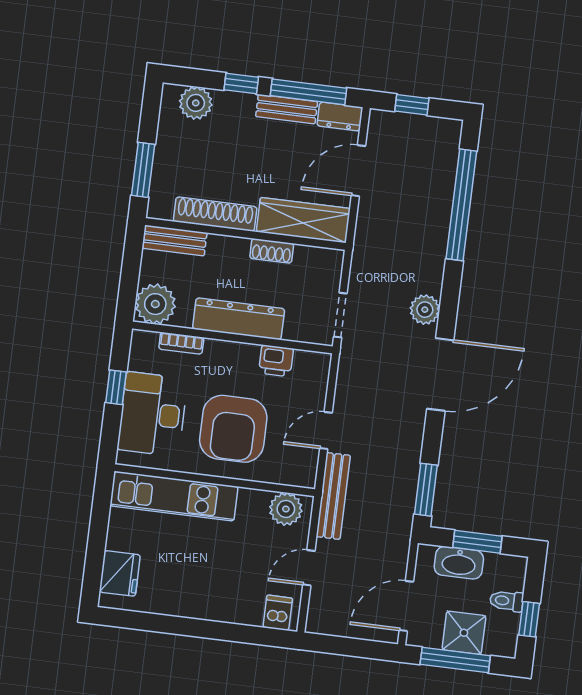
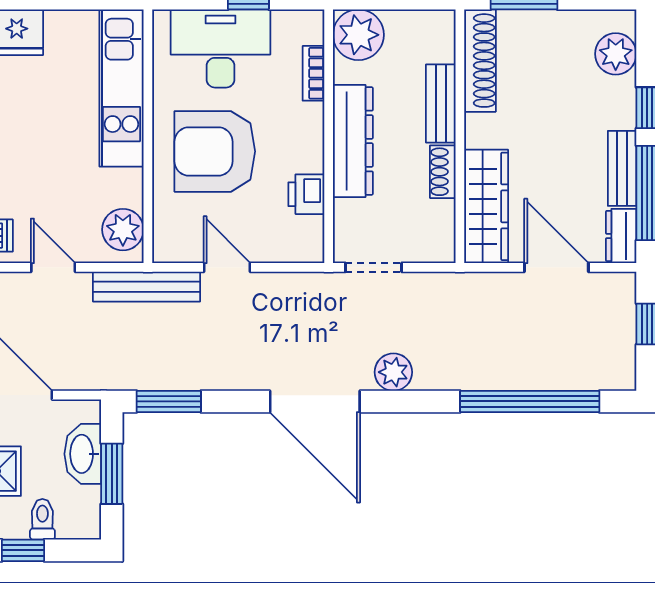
shoe rack: (215, 214) -> (480, 61), moved
bench: (175, 241) -> (441, 103), moved

